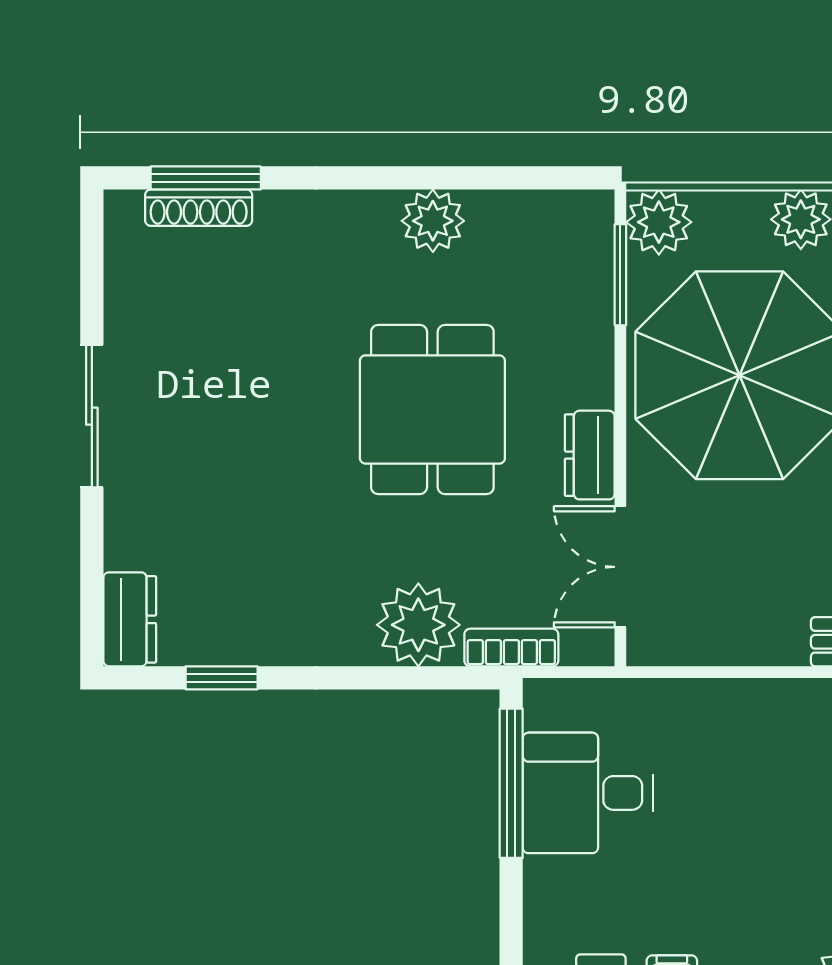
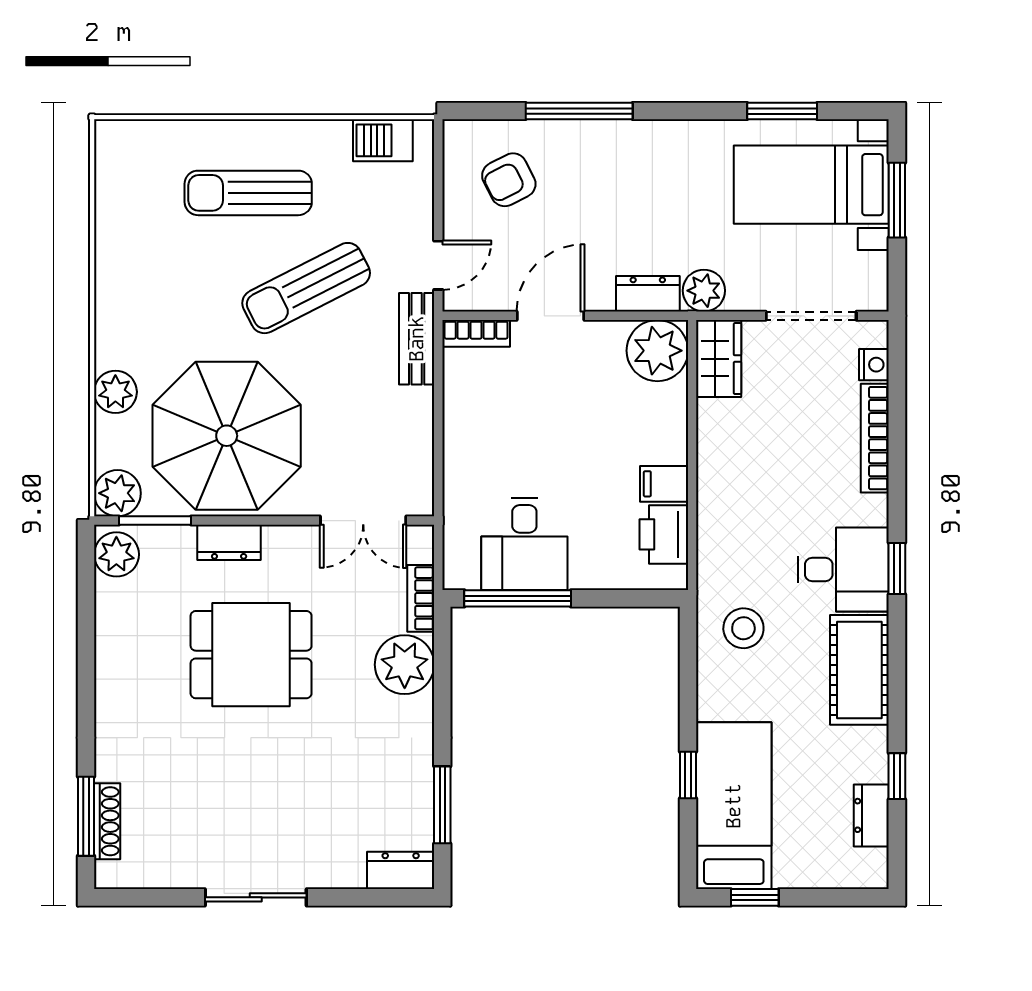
plant: (433, 221) -> (116, 554), moved
dresser: (590, 455) -> (229, 542), moved
window: (222, 678) -> (442, 805), width x1.50

